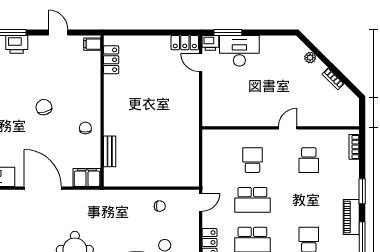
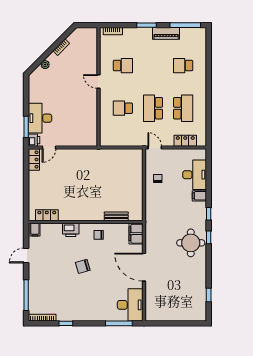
printer: (17, 44) -> (71, 230), moved, turned 90
door: (43, 188) -> (144, 267), hinge flipped
school desk: (252, 200) -> (153, 108), turned 180

